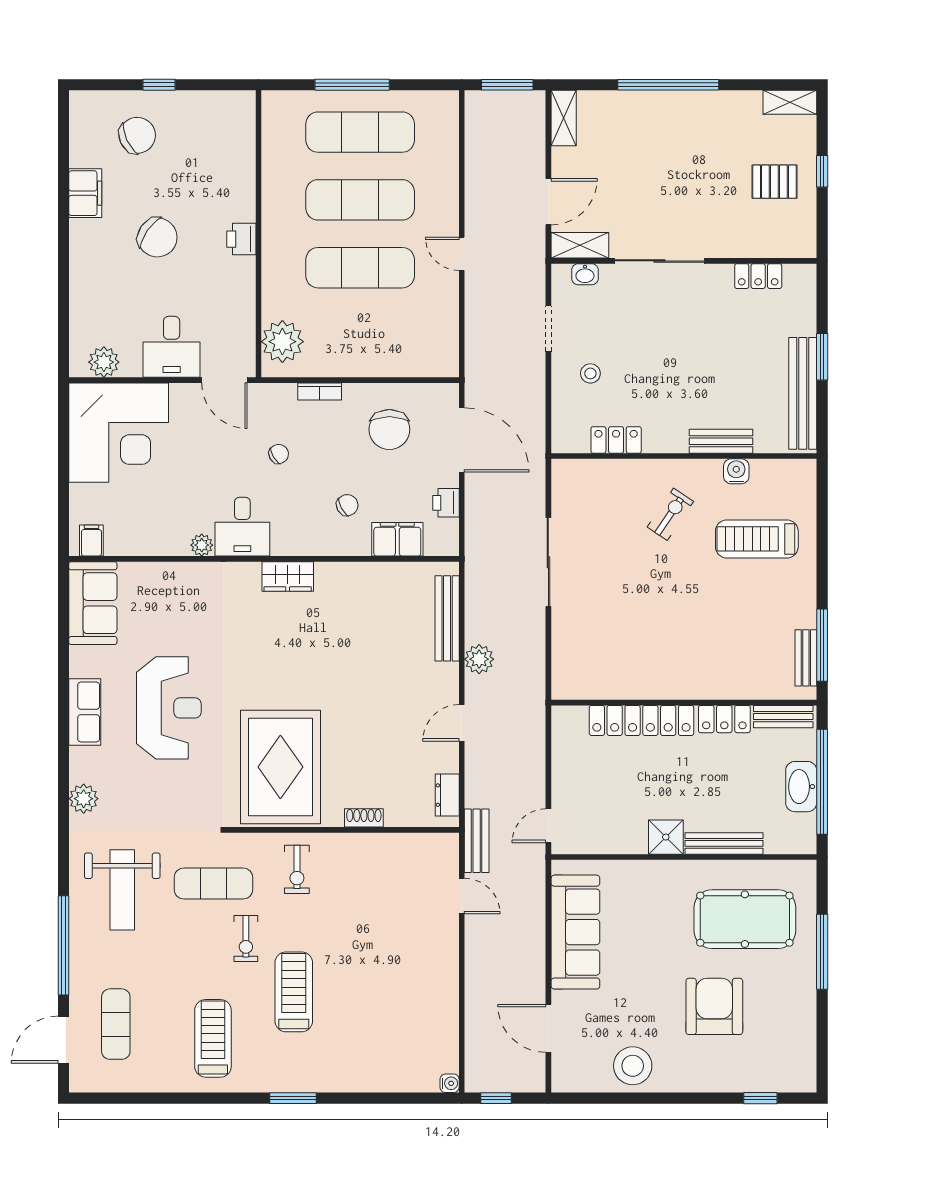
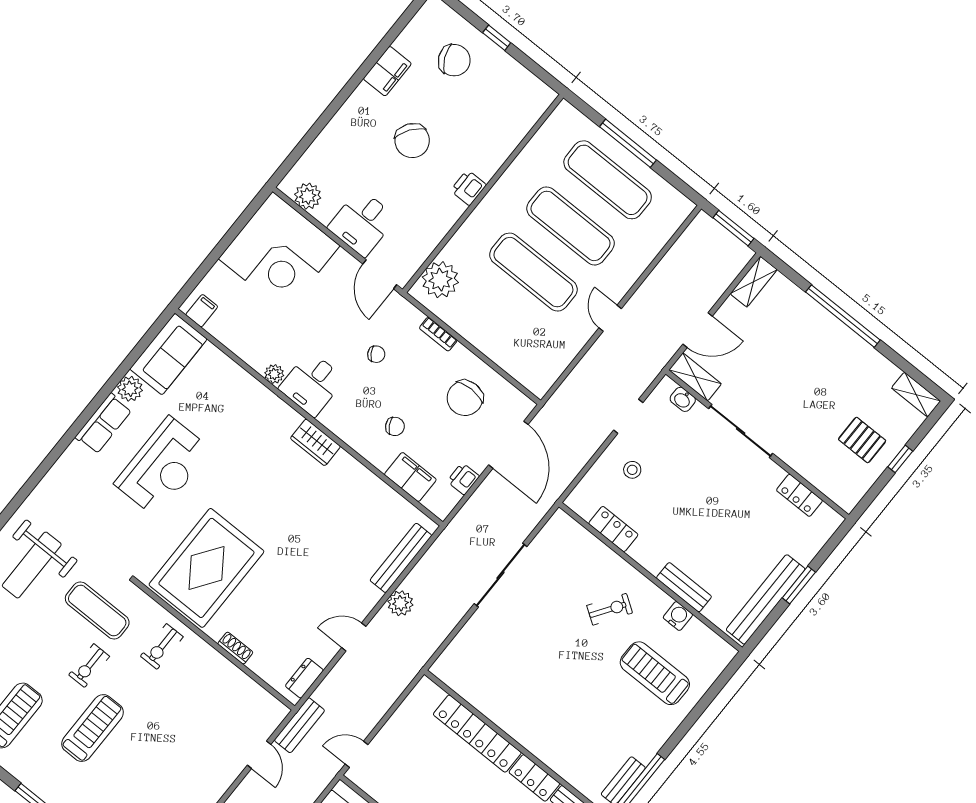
plant: (84, 799) -> (130, 389), moved

